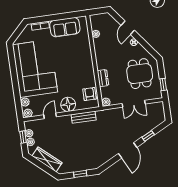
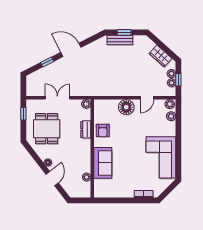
sofa: (65, 27) -> (103, 163), moved, turned 90
corner sofa: (35, 68) -> (161, 157), width x0.73, depth x0.74
armchair: (90, 94) -> (103, 130), moved
bench: (84, 117) -> (120, 40), moved
door: (128, 150) -> (71, 50), hinge flipped
wardrobe: (47, 159) -> (160, 56), width x0.67

